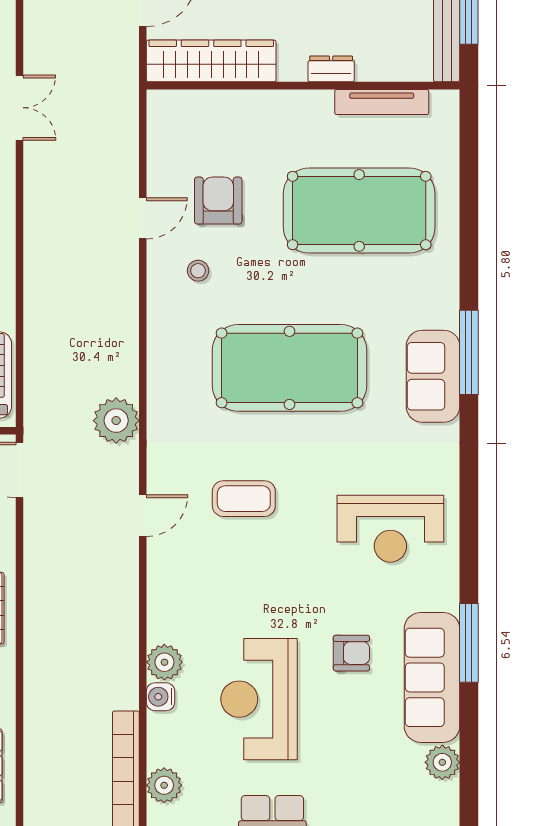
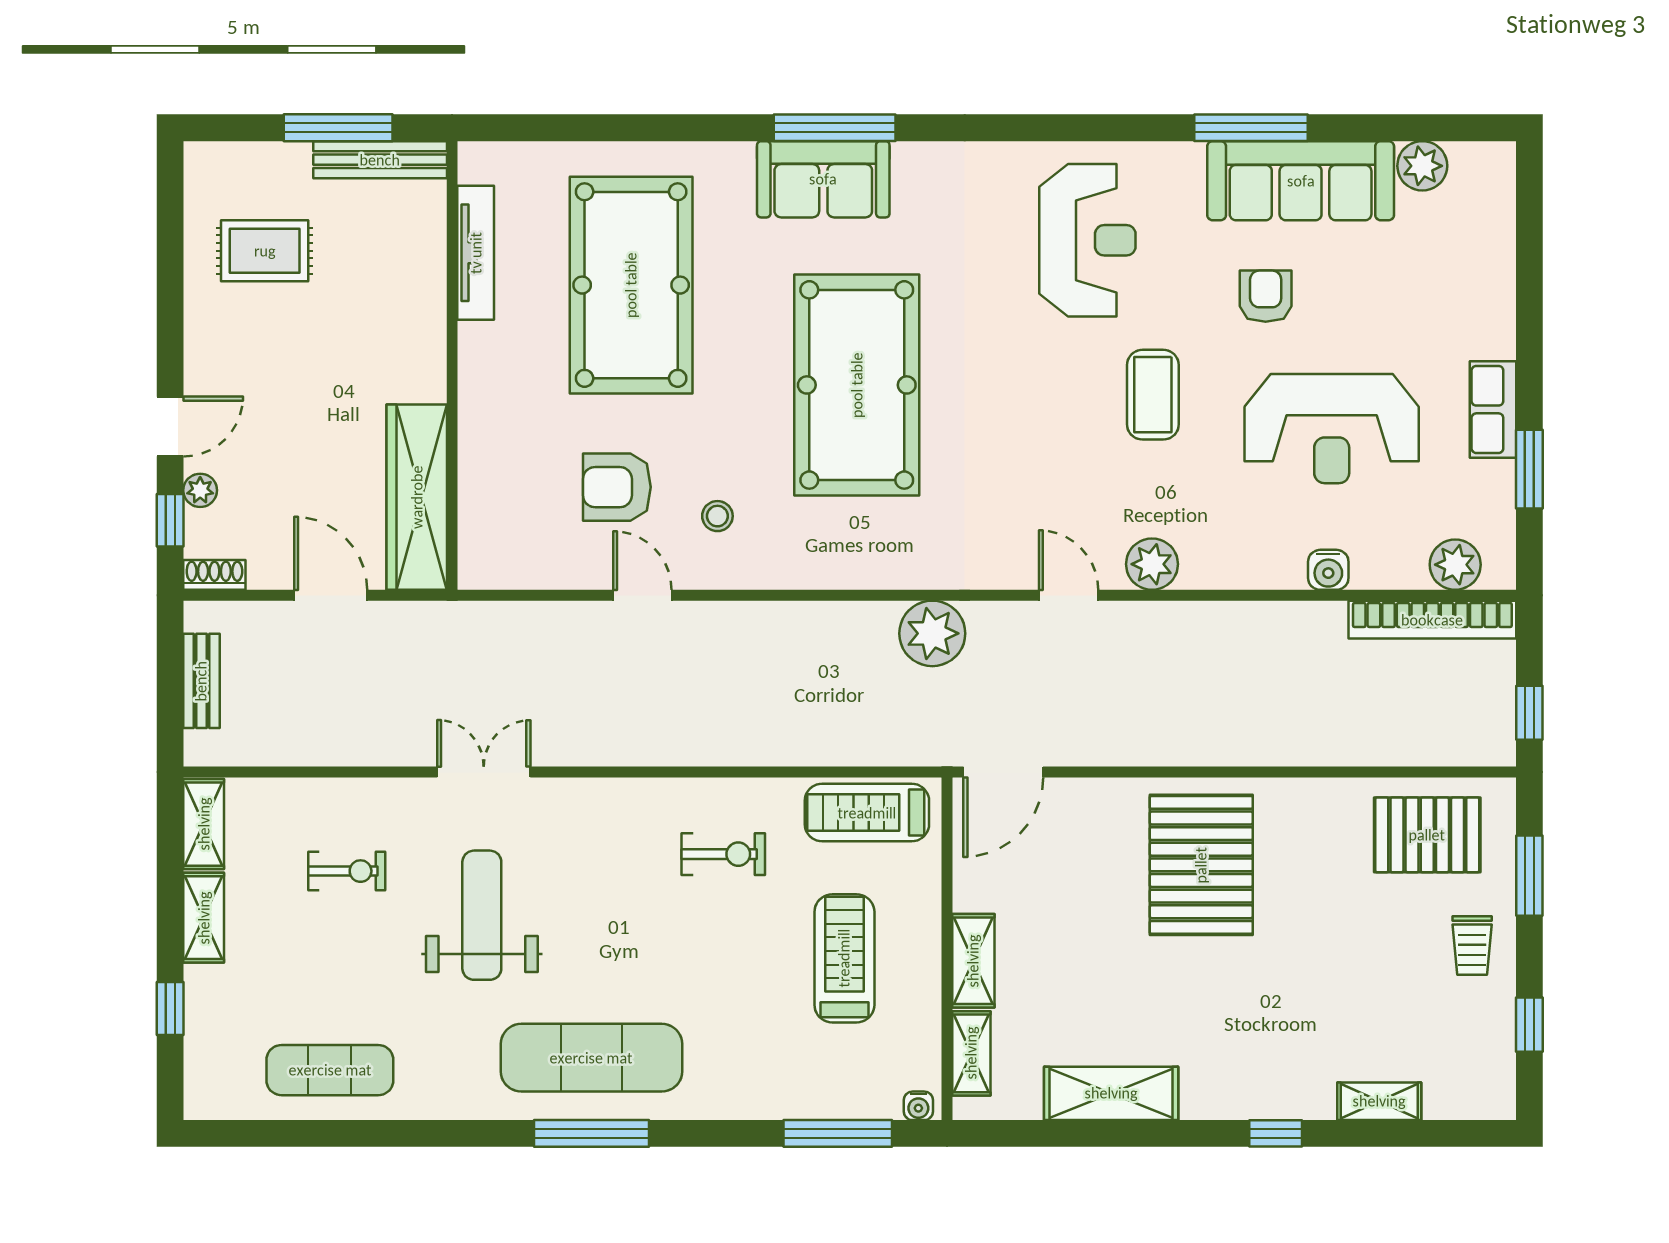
dresser: (331, 69) -> (428, 325), removed
sofa: (433, 376) -> (823, 179), moved
coffee table: (244, 499) -> (1153, 395), moved
plant: (164, 662) -> (1152, 564), moved

